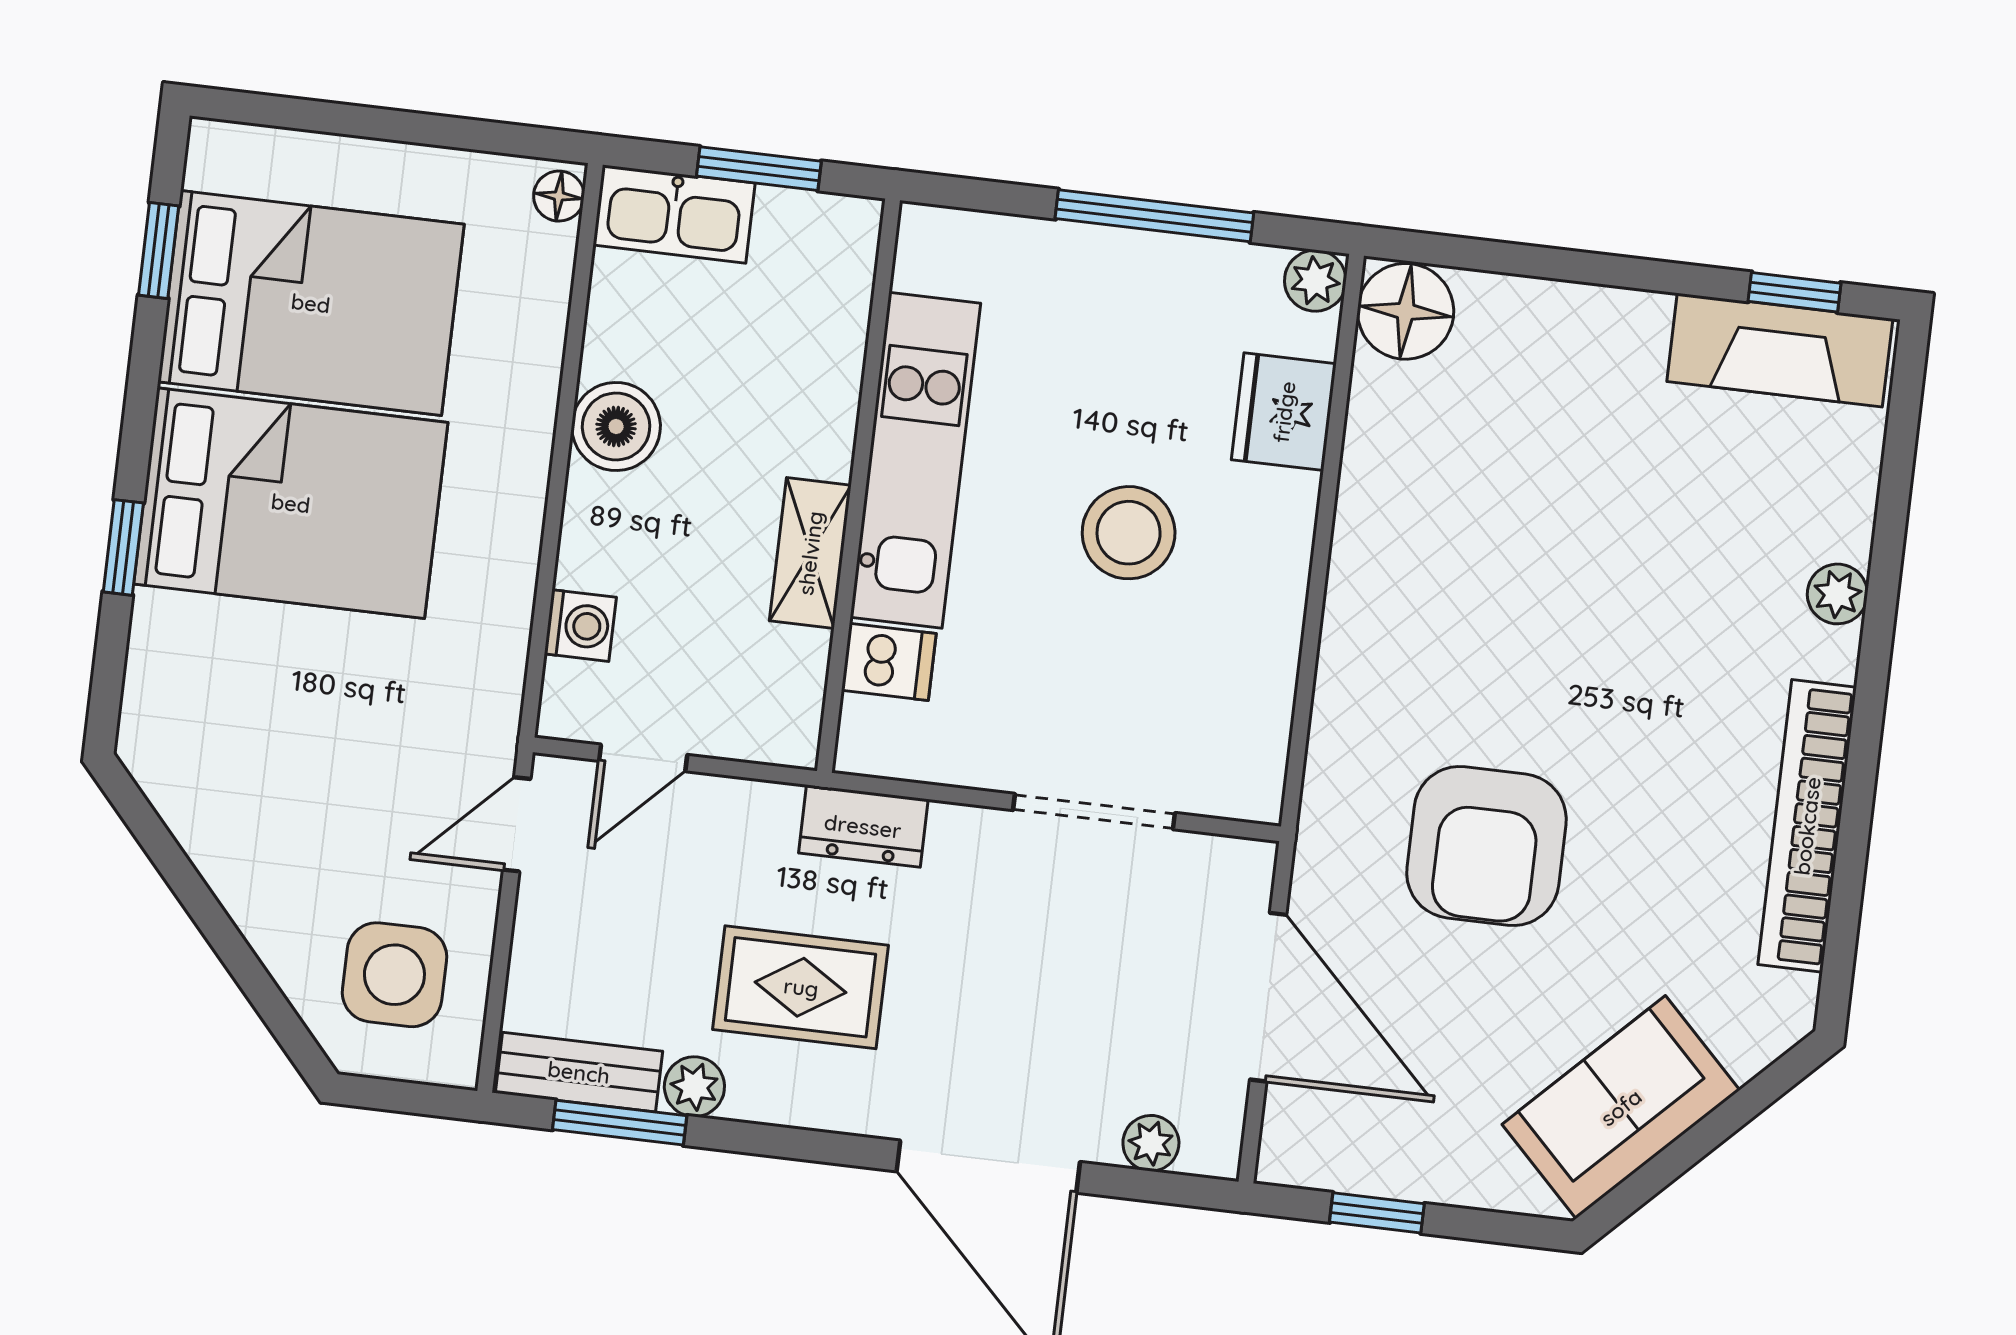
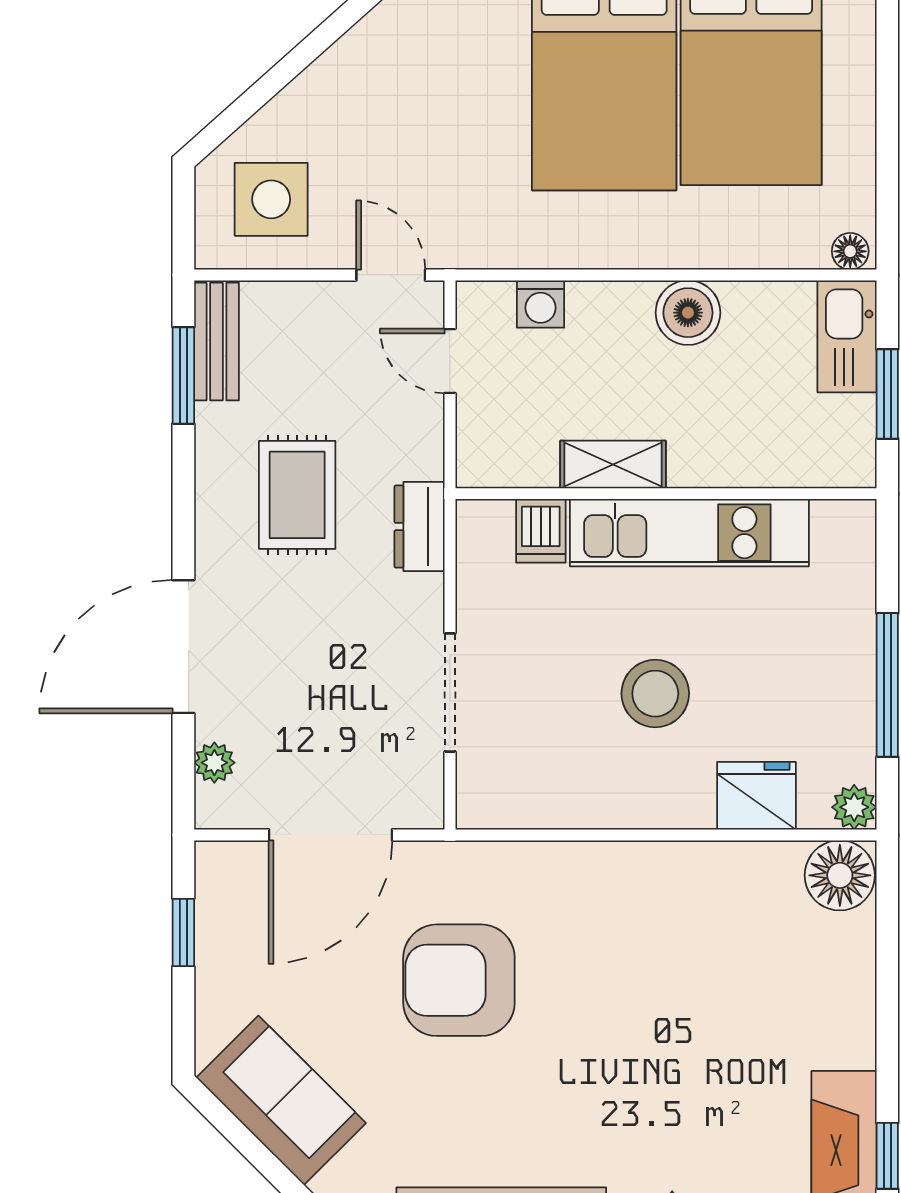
plant: (694, 1087) -> (216, 427), removed

